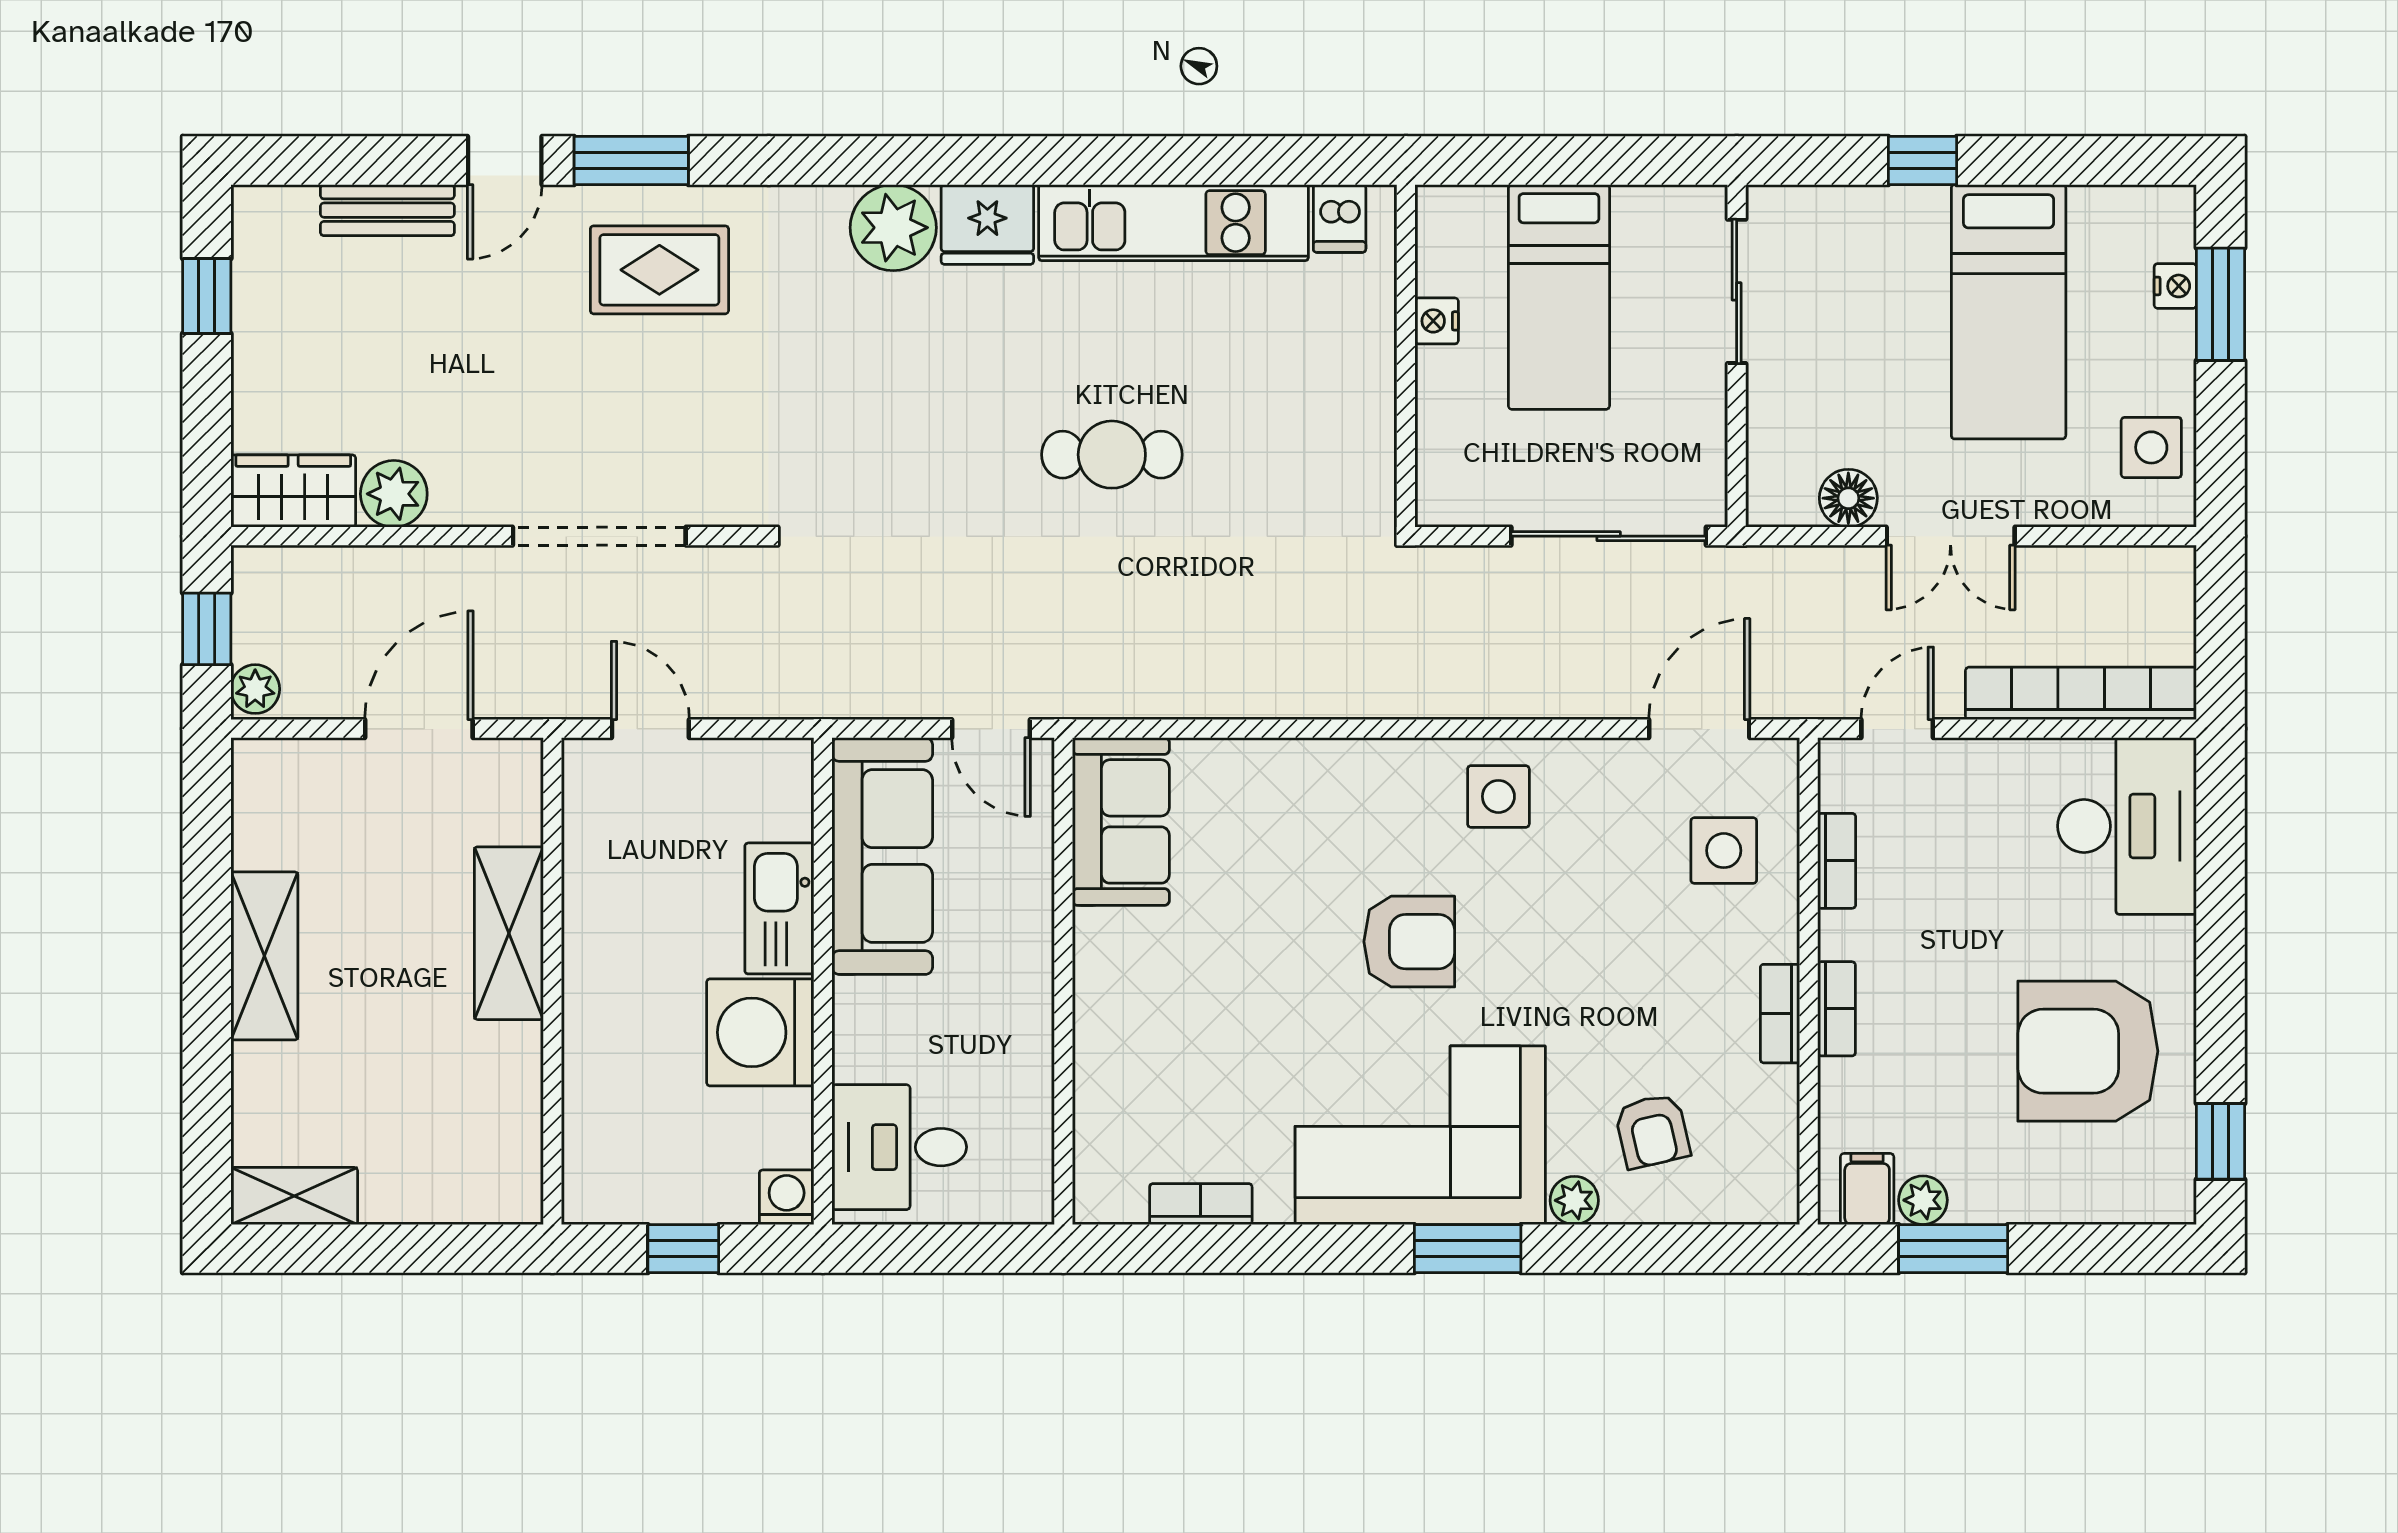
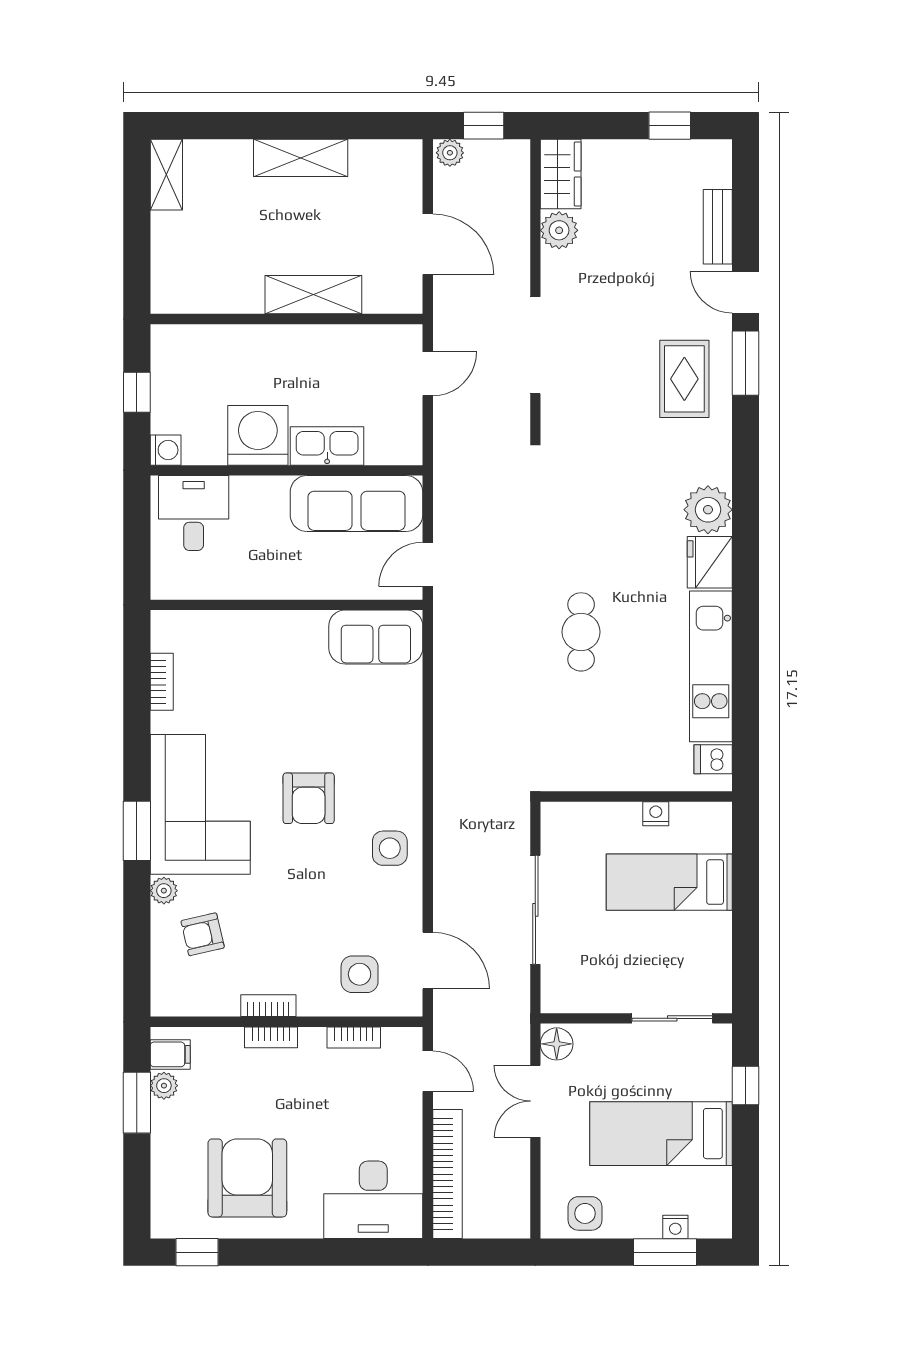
sliding door: (1737, 291) -> (672, 1018), moved
wall: (1737, 356) -> (636, 1018), moved

